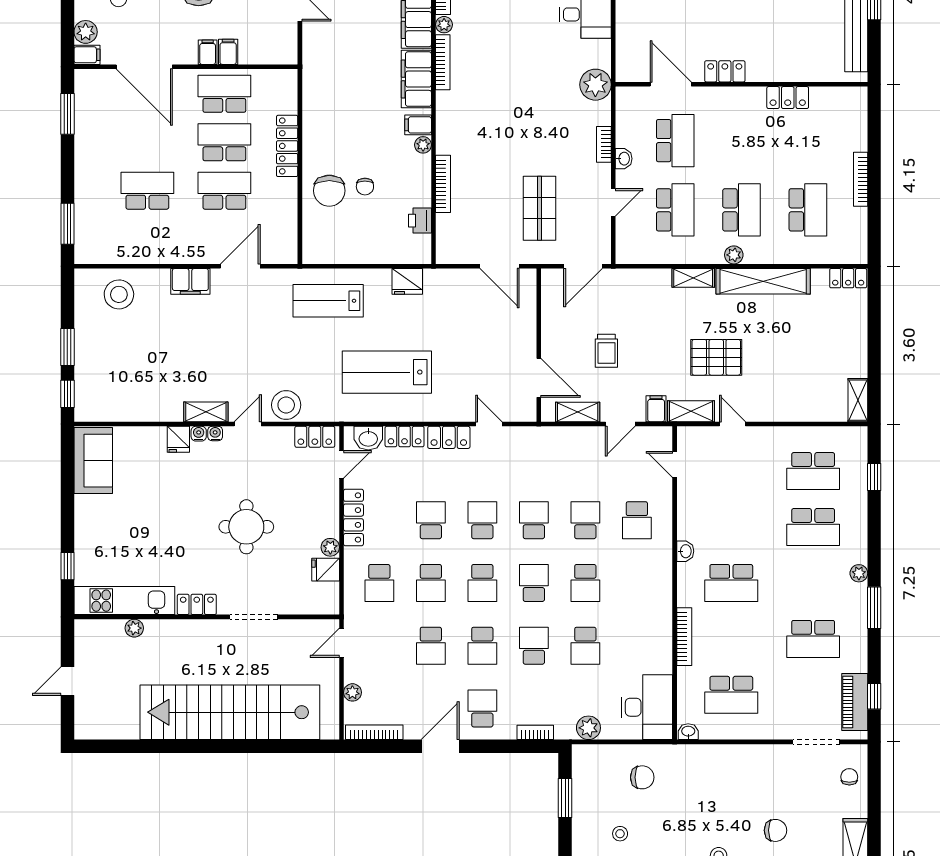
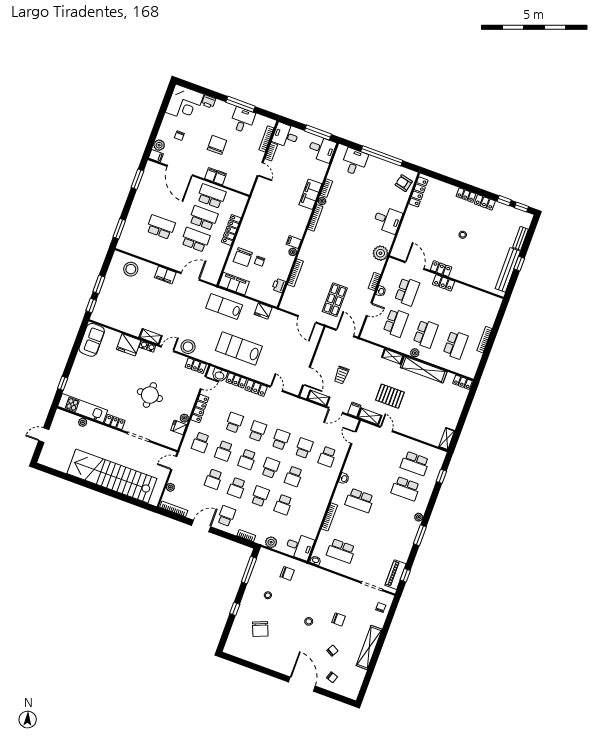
filing cabinet: (416, 79) -> (234, 284), moved, turned 90
locker: (788, 98) -> (444, 283), moved
door: (583, 266) -> (345, 333), swing flipped
fridge: (178, 439) -> (129, 345), width x1.88, depth x1.34
school desk: (813, 639) -> (387, 539), removed
desk: (647, 707) -> (299, 547), width x0.73
window: (565, 798) -> (249, 570), width x1.44

